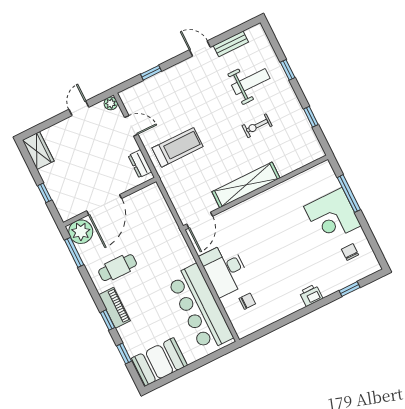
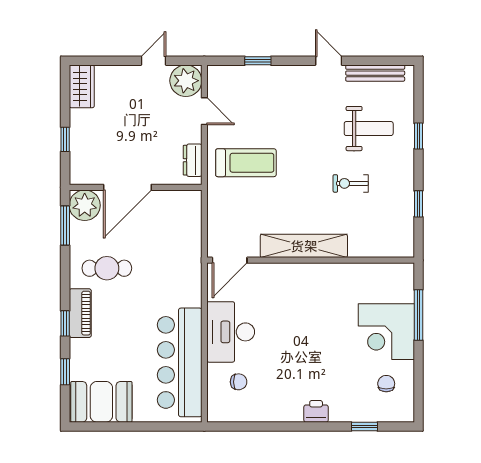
bench: (231, 44) -> (375, 73), width x1.36
plant: (111, 103) -> (186, 81), width x1.88, depth x1.88

